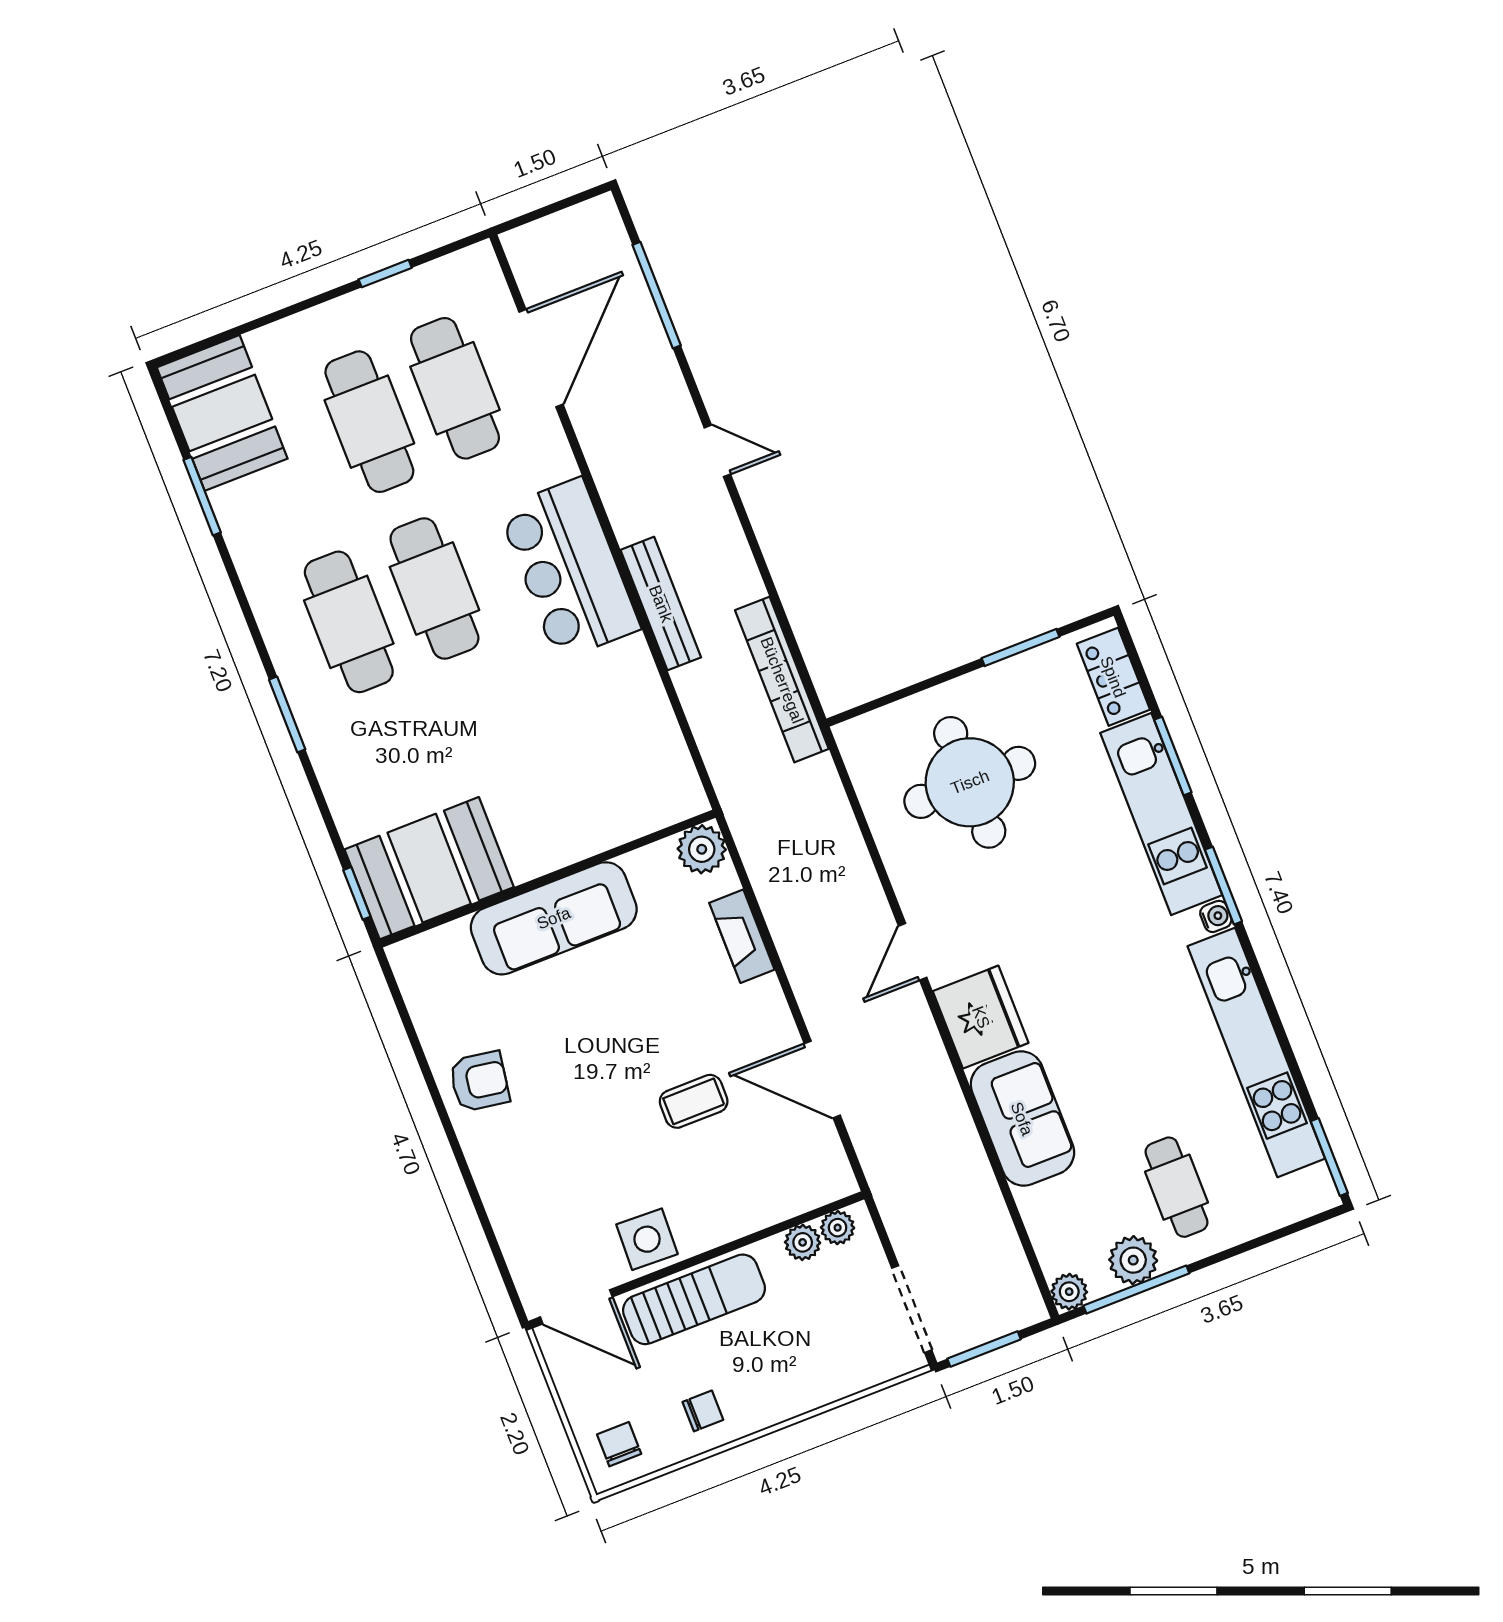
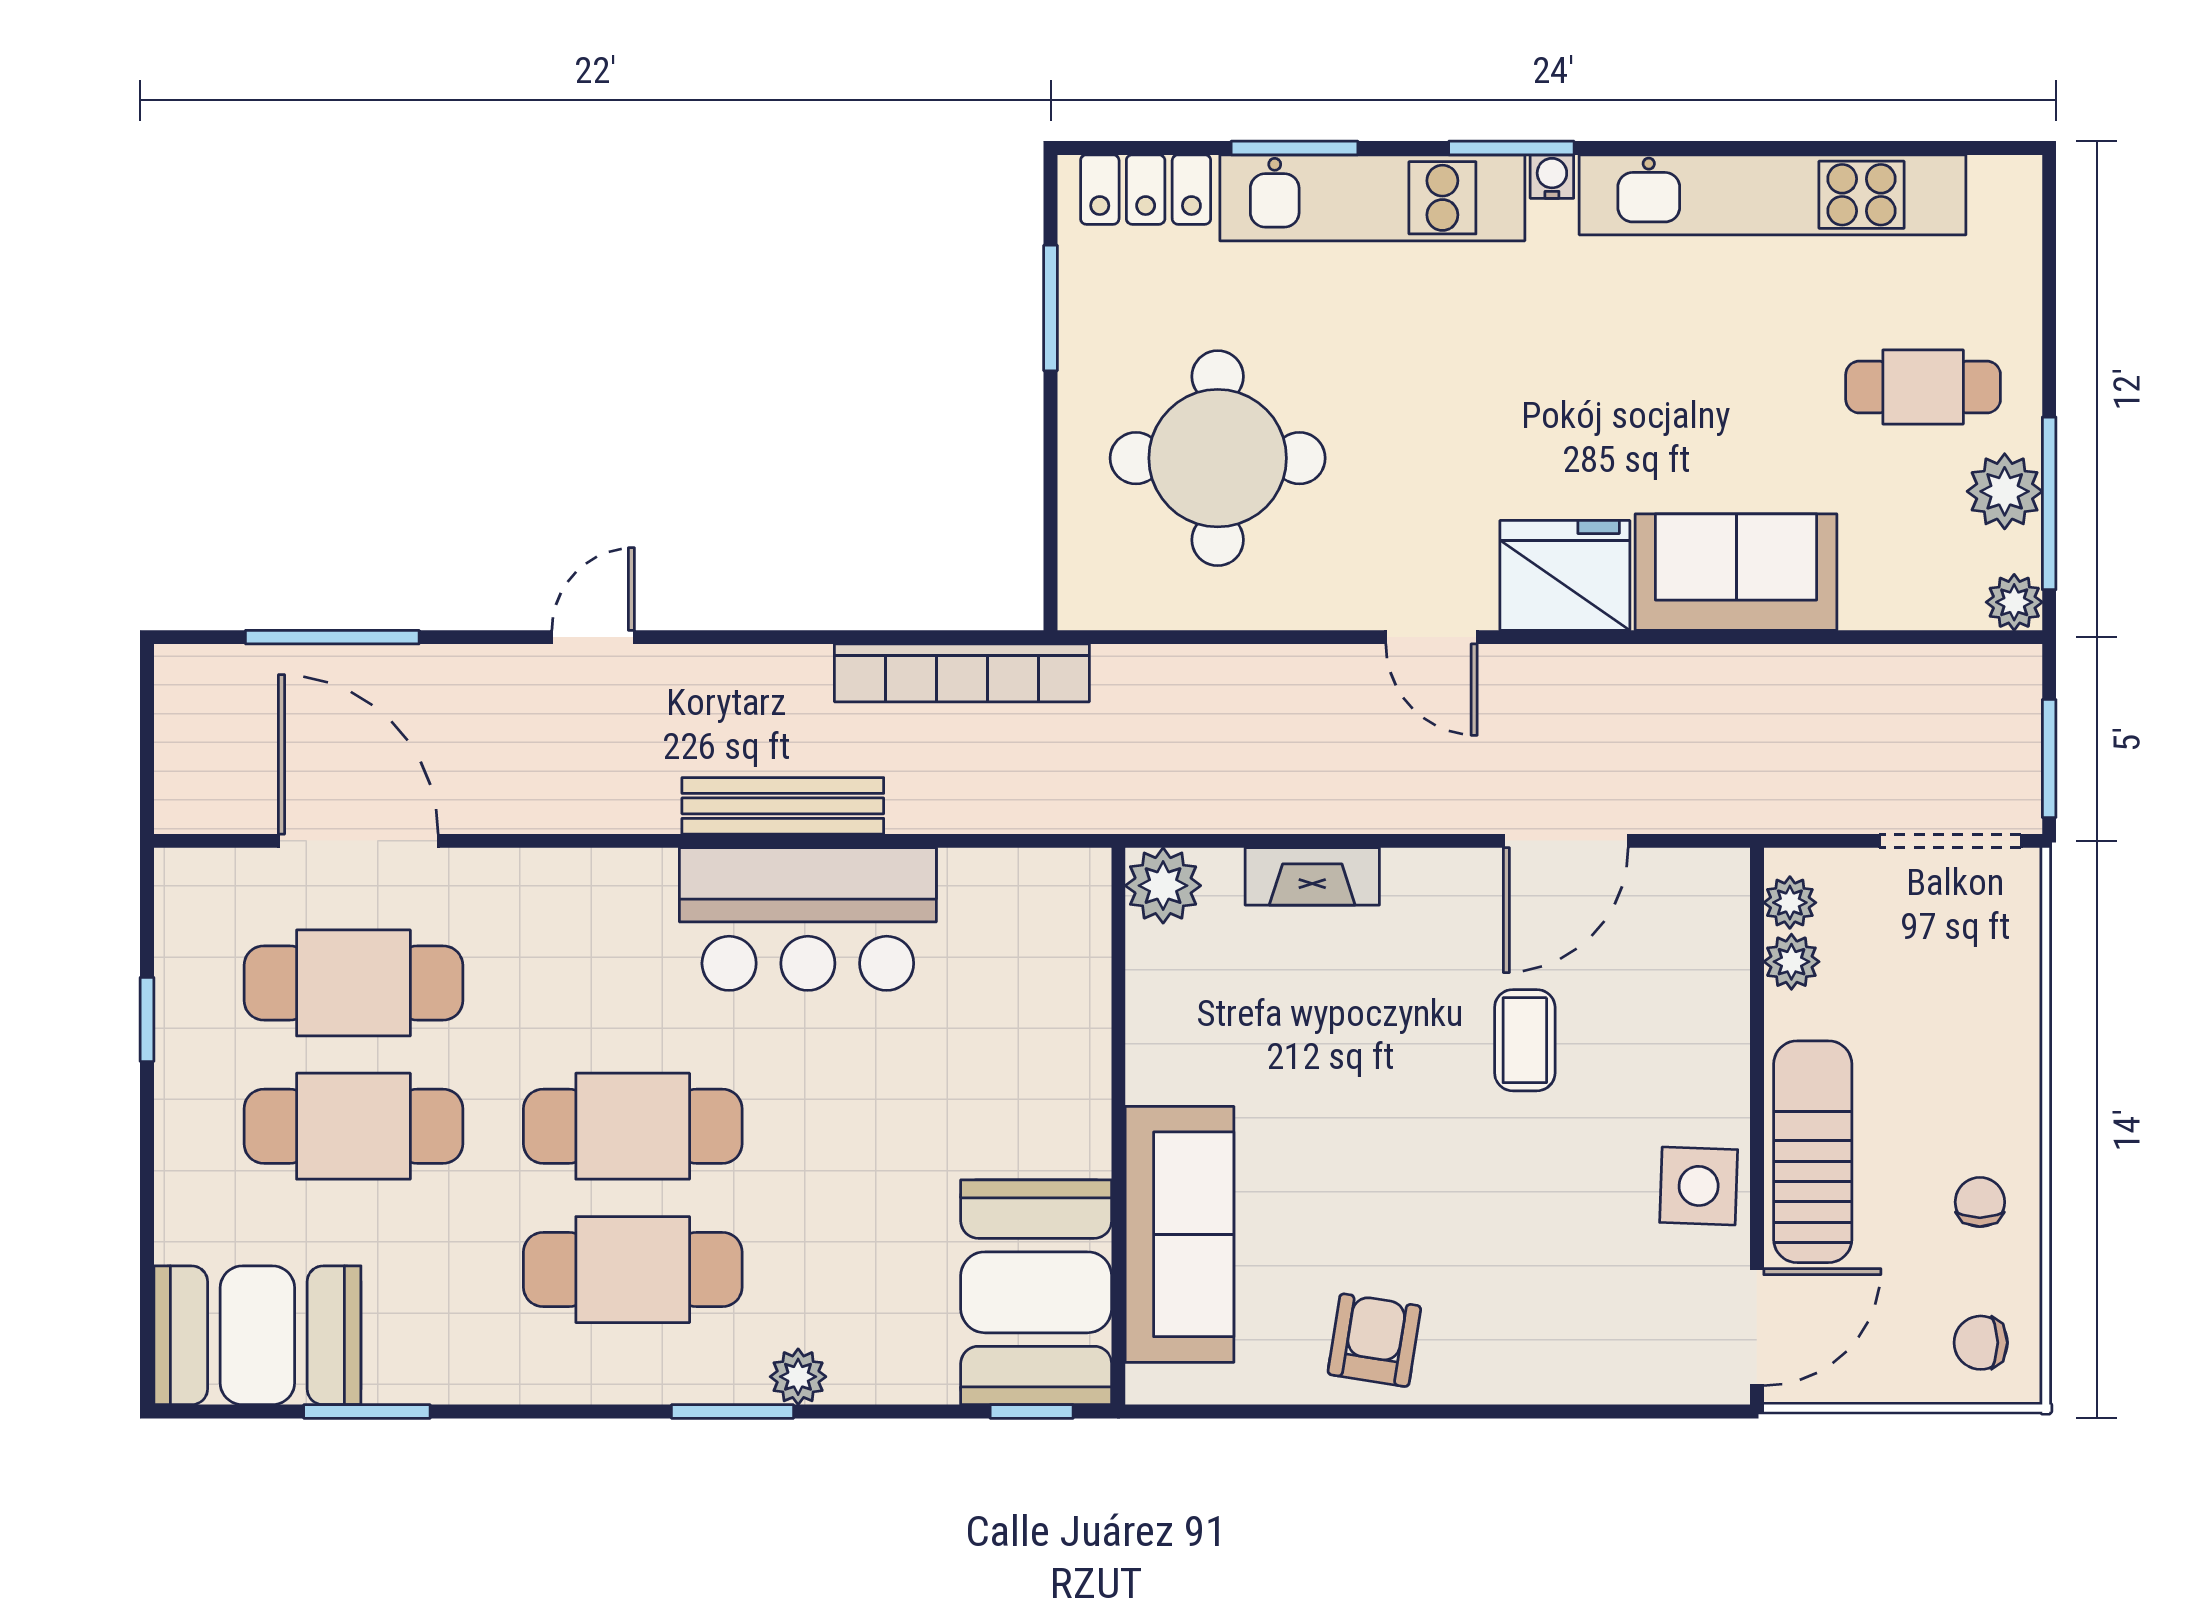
bar counter: (569, 569) -> (808, 919), moved
plant: (323, 746) -> (798, 1377), added
sofa: (554, 918) -> (1180, 1234), moved
window: (1329, 1157) -> (1966, 148), removed

